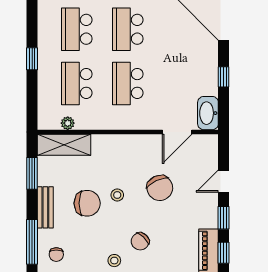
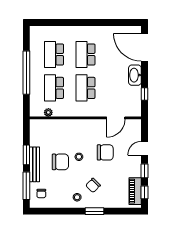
window: (32, 59) -> (26, 73), width x3.17
window: (224, 77) -> (145, 94), moved
washbasin: (208, 113) -> (135, 75), moved
shelving: (64, 145) -> (46, 126), removed
window: (32, 173) -> (26, 155), moved
chair: (160, 188) -> (105, 152), turned -65
bench: (45, 207) -> (34, 164), width x1.36

